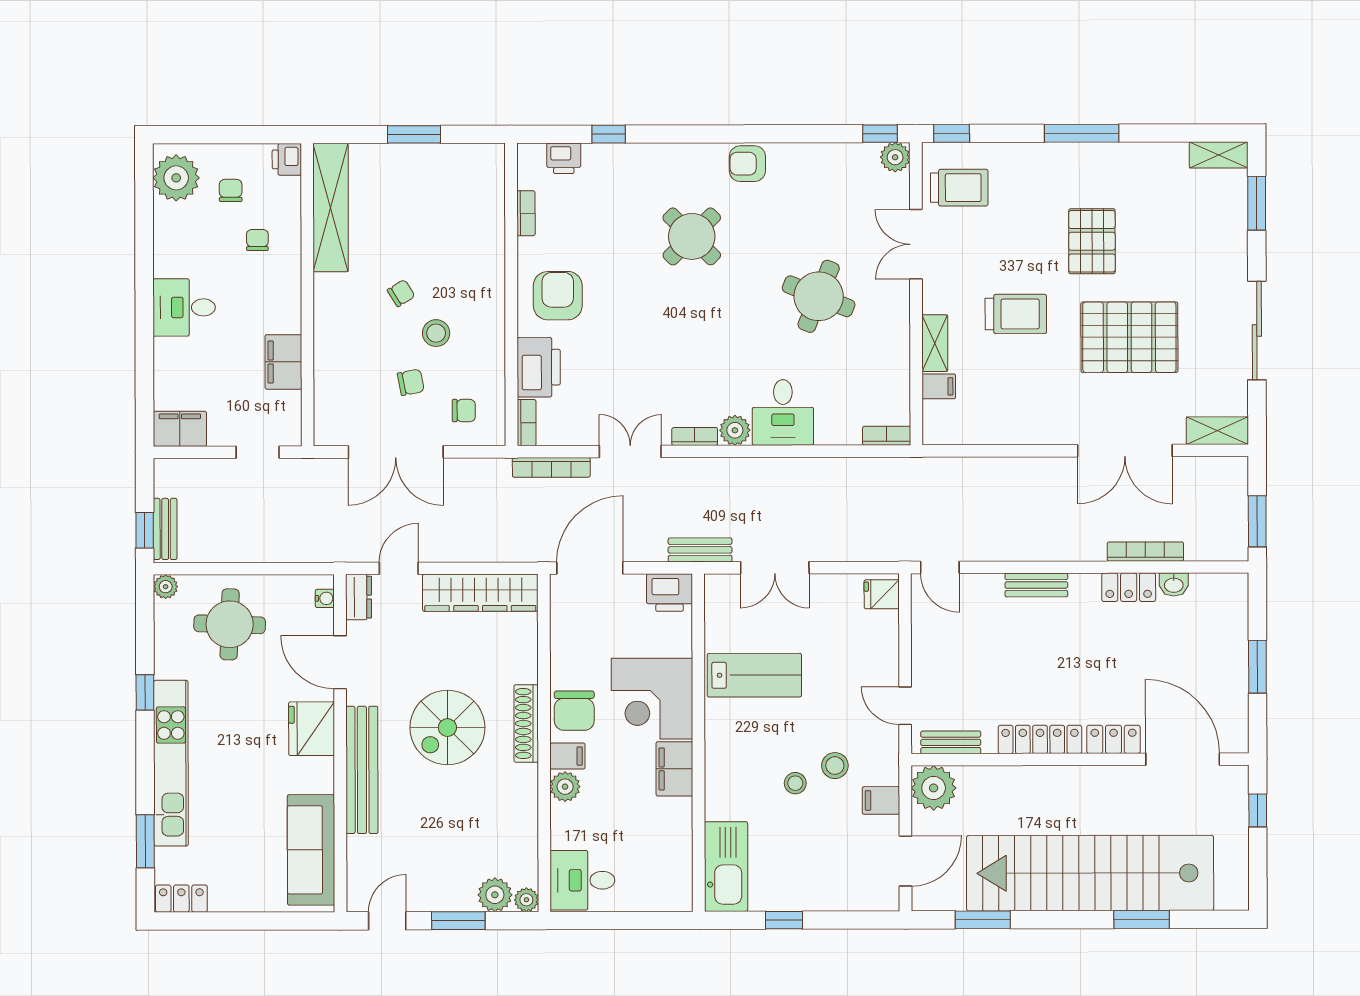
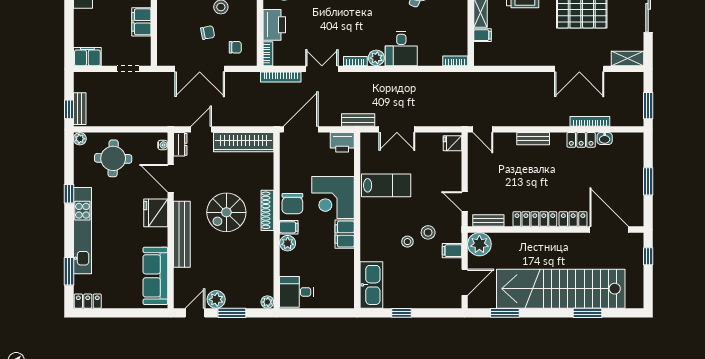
plant: (495, 895) -> (216, 299), moved

